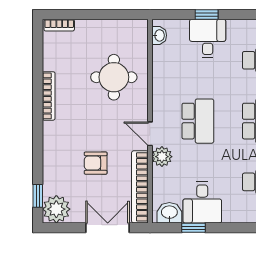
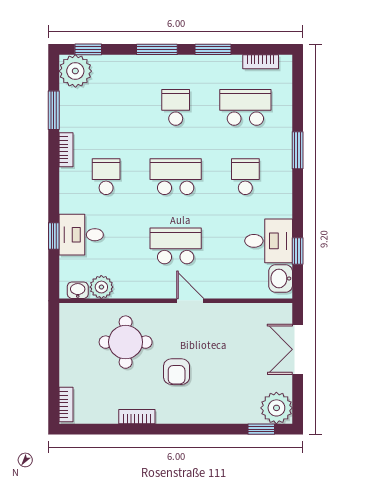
bookcase: (49, 96) -> (137, 417), width x0.64
door: (150, 134) -> (190, 301), swing flipped
plant: (162, 157) -> (101, 287), moved
armchair: (96, 163) -> (177, 372), moved
bookcase: (140, 187) -> (251, 312), removed

